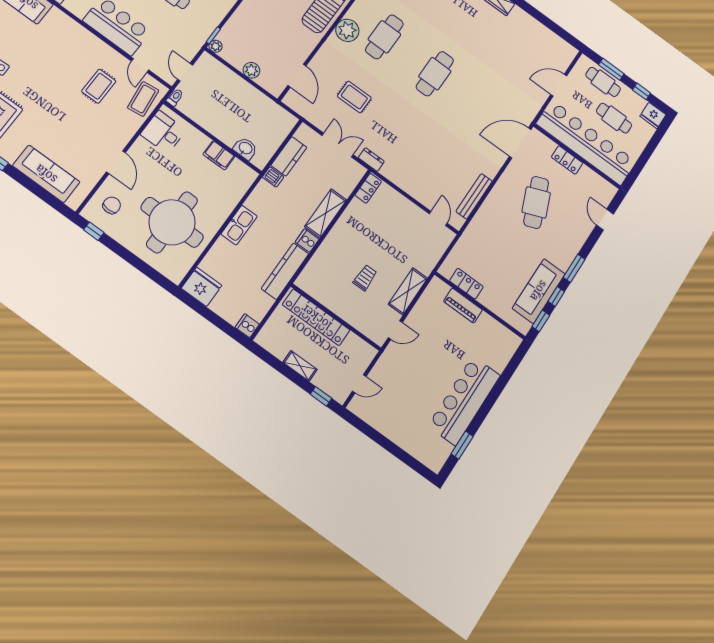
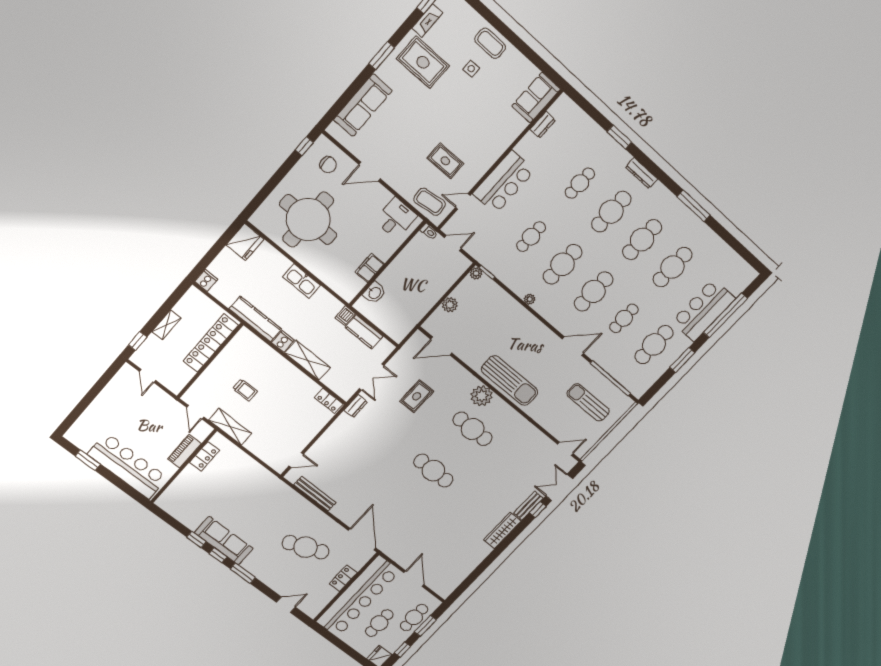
locker: (466, 284) -> (204, 456), moved
piano: (463, 306) -> (184, 451), moved
wall: (480, 306) -> (184, 466), moved

